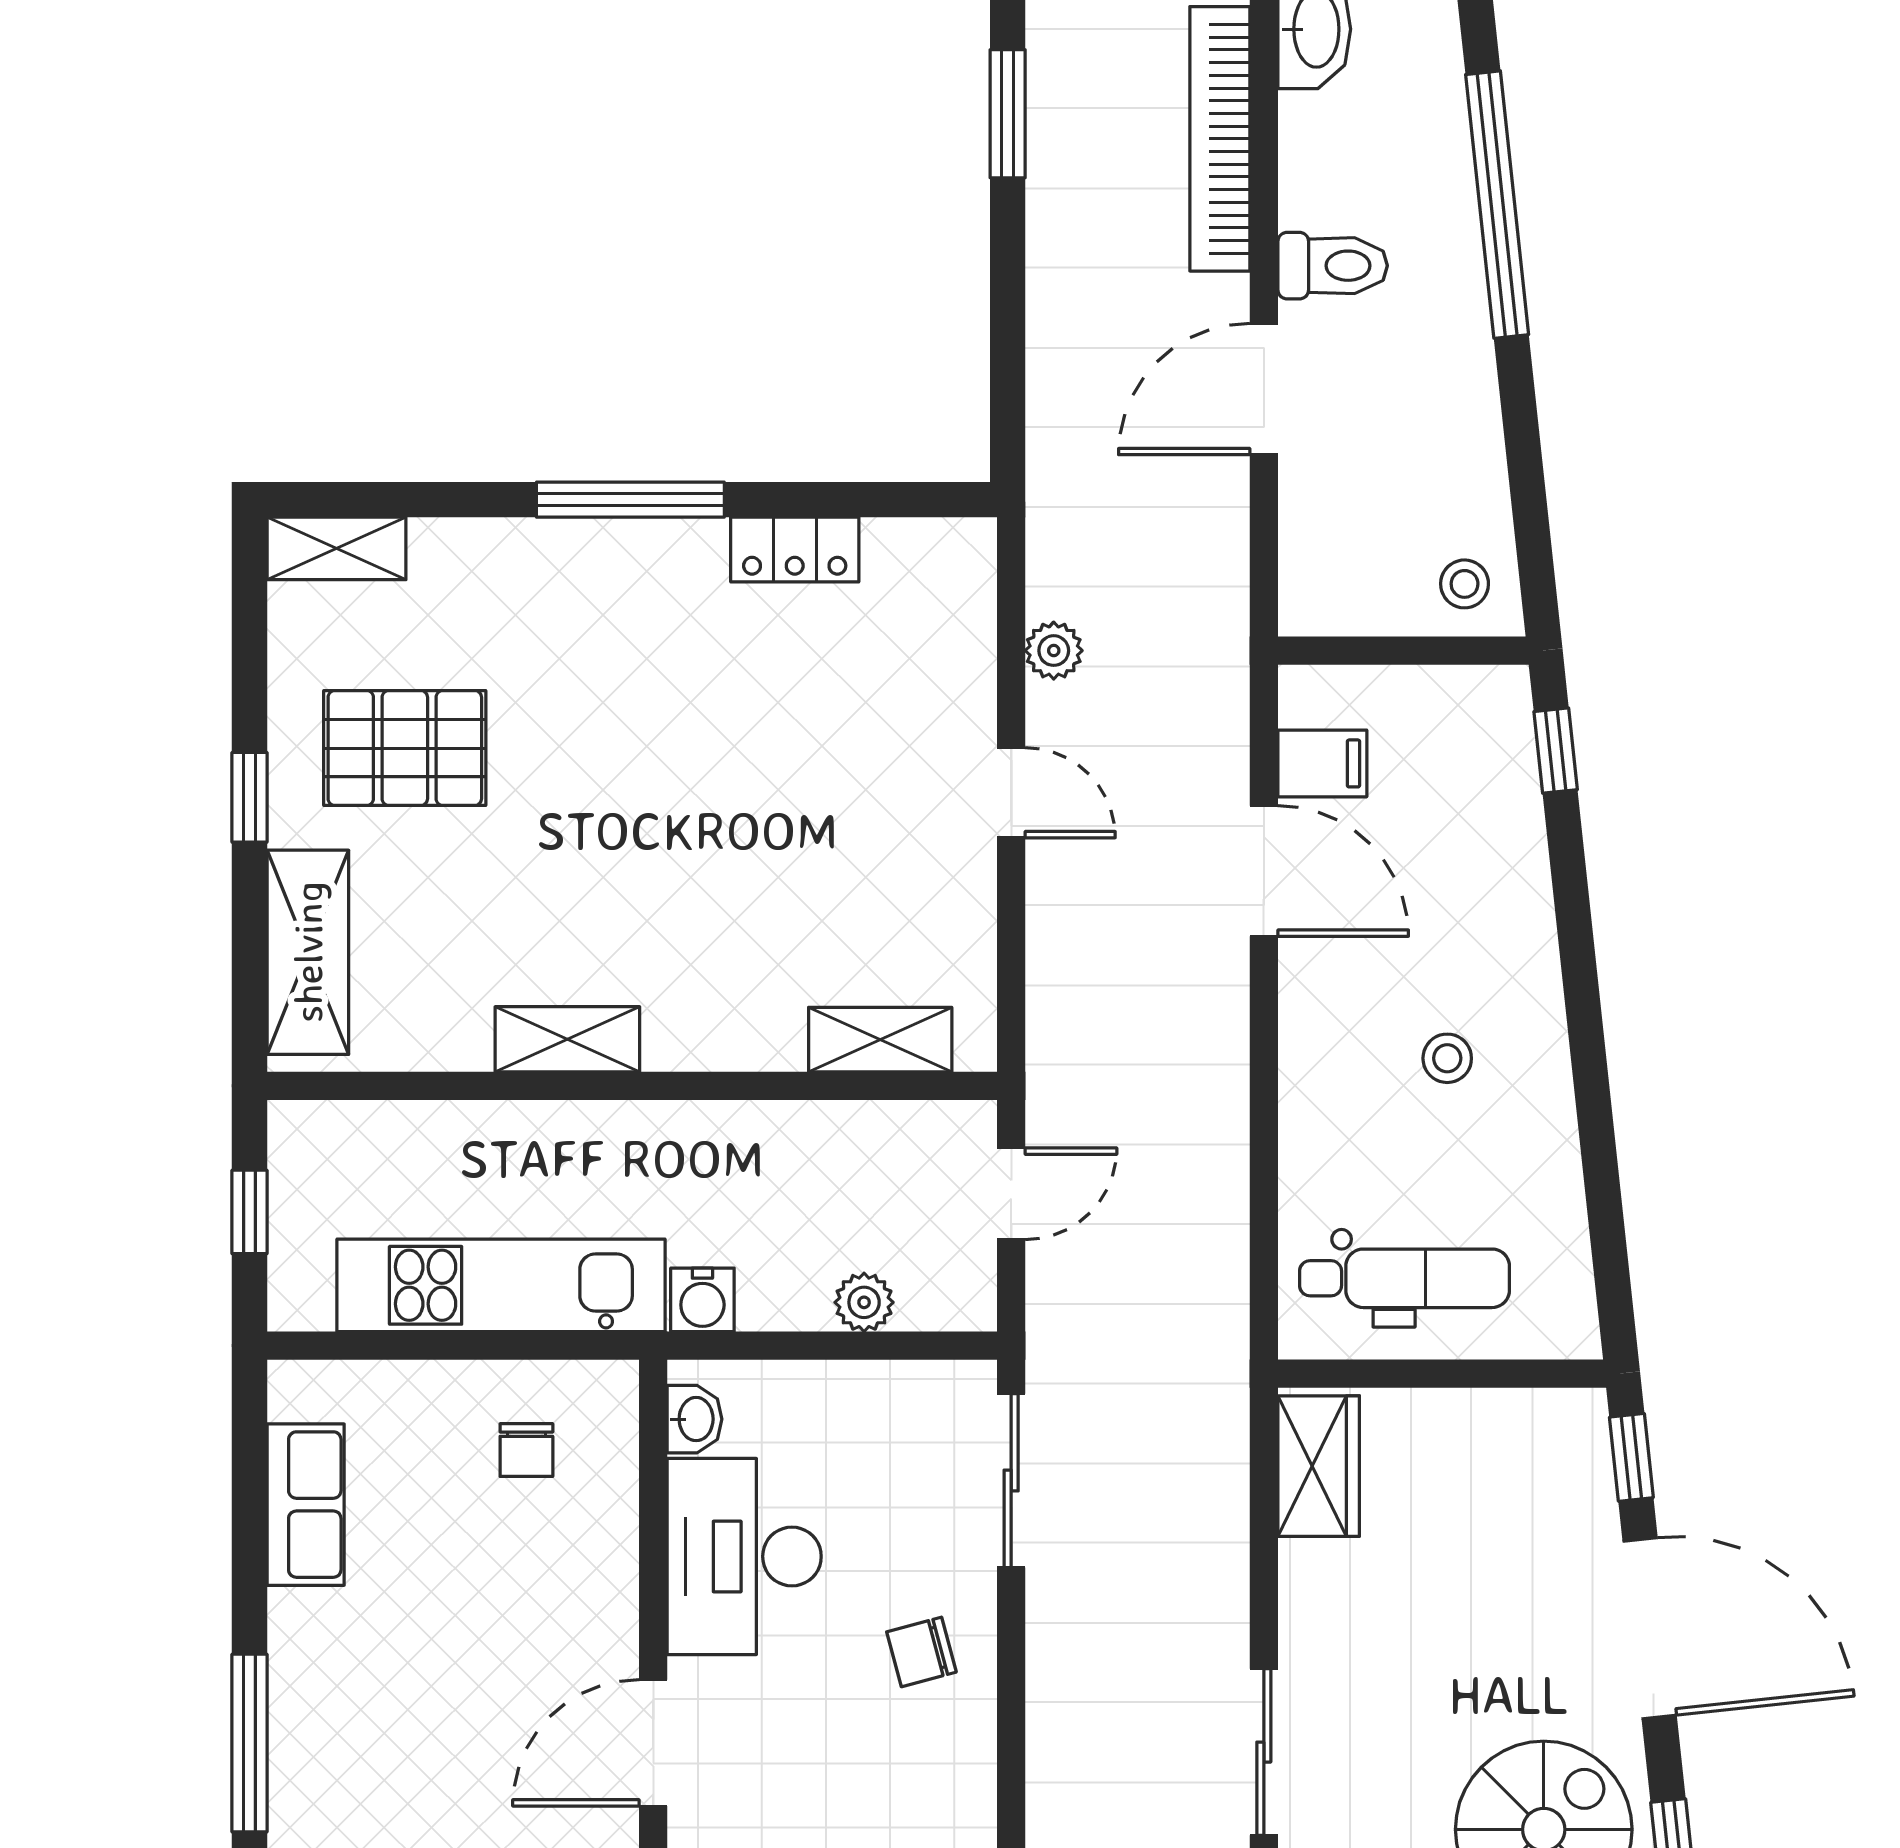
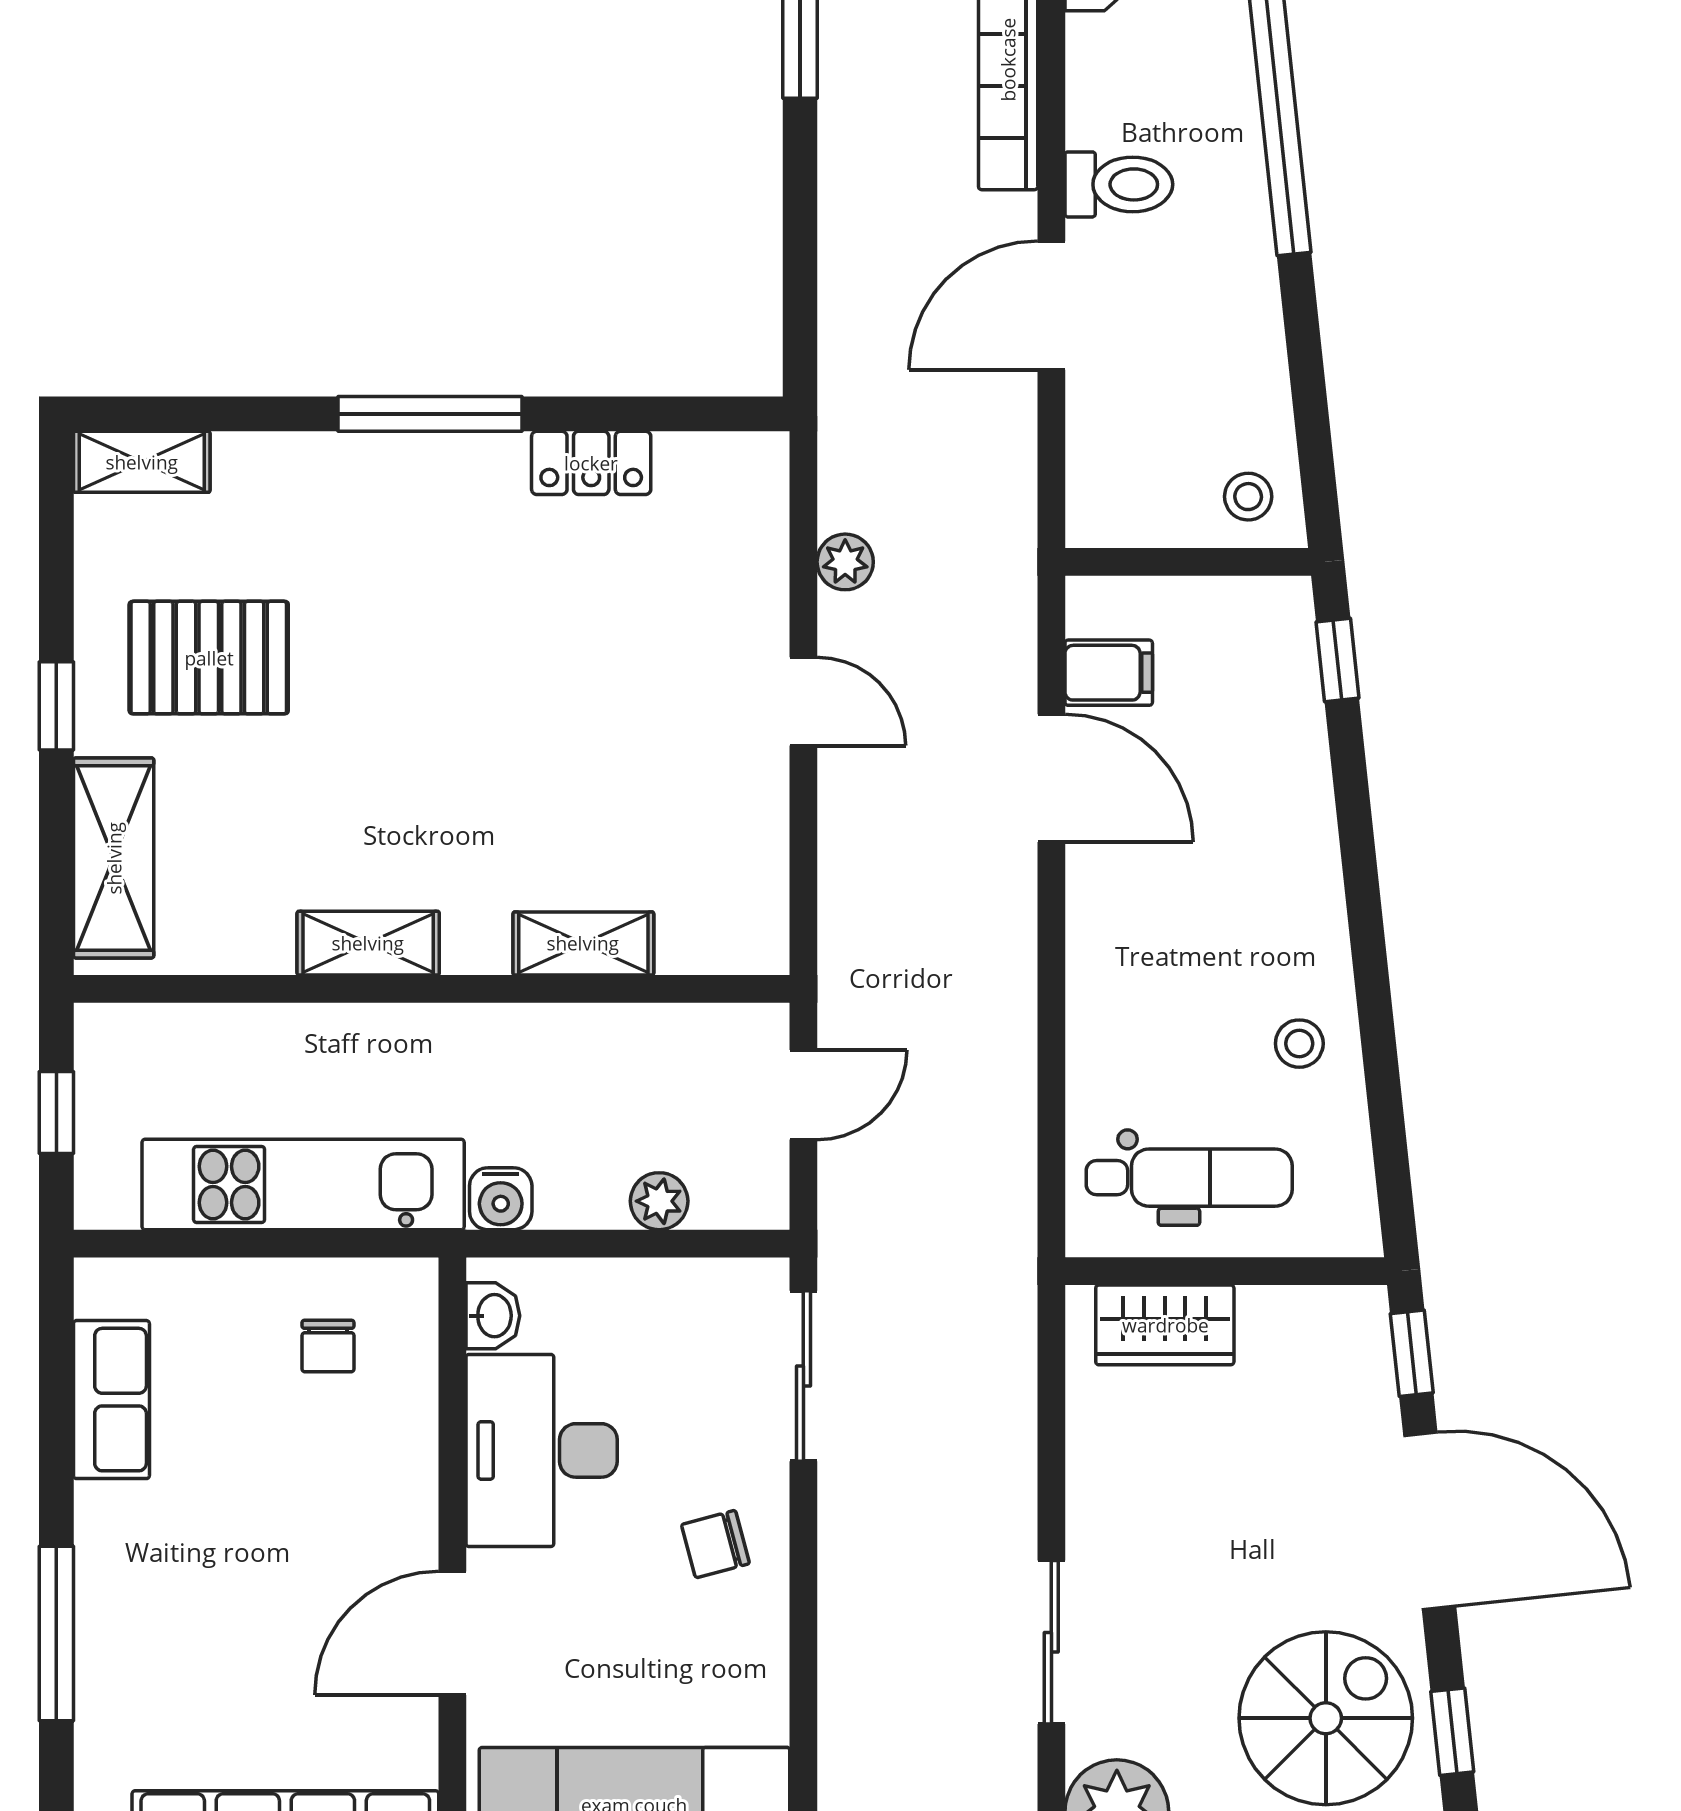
shelving: (880, 1040) -> (583, 943), moved
stool: (1447, 1058) -> (1299, 1044), moved
wardrobe: (1319, 1466) -> (1165, 1325), moved, turned 90

